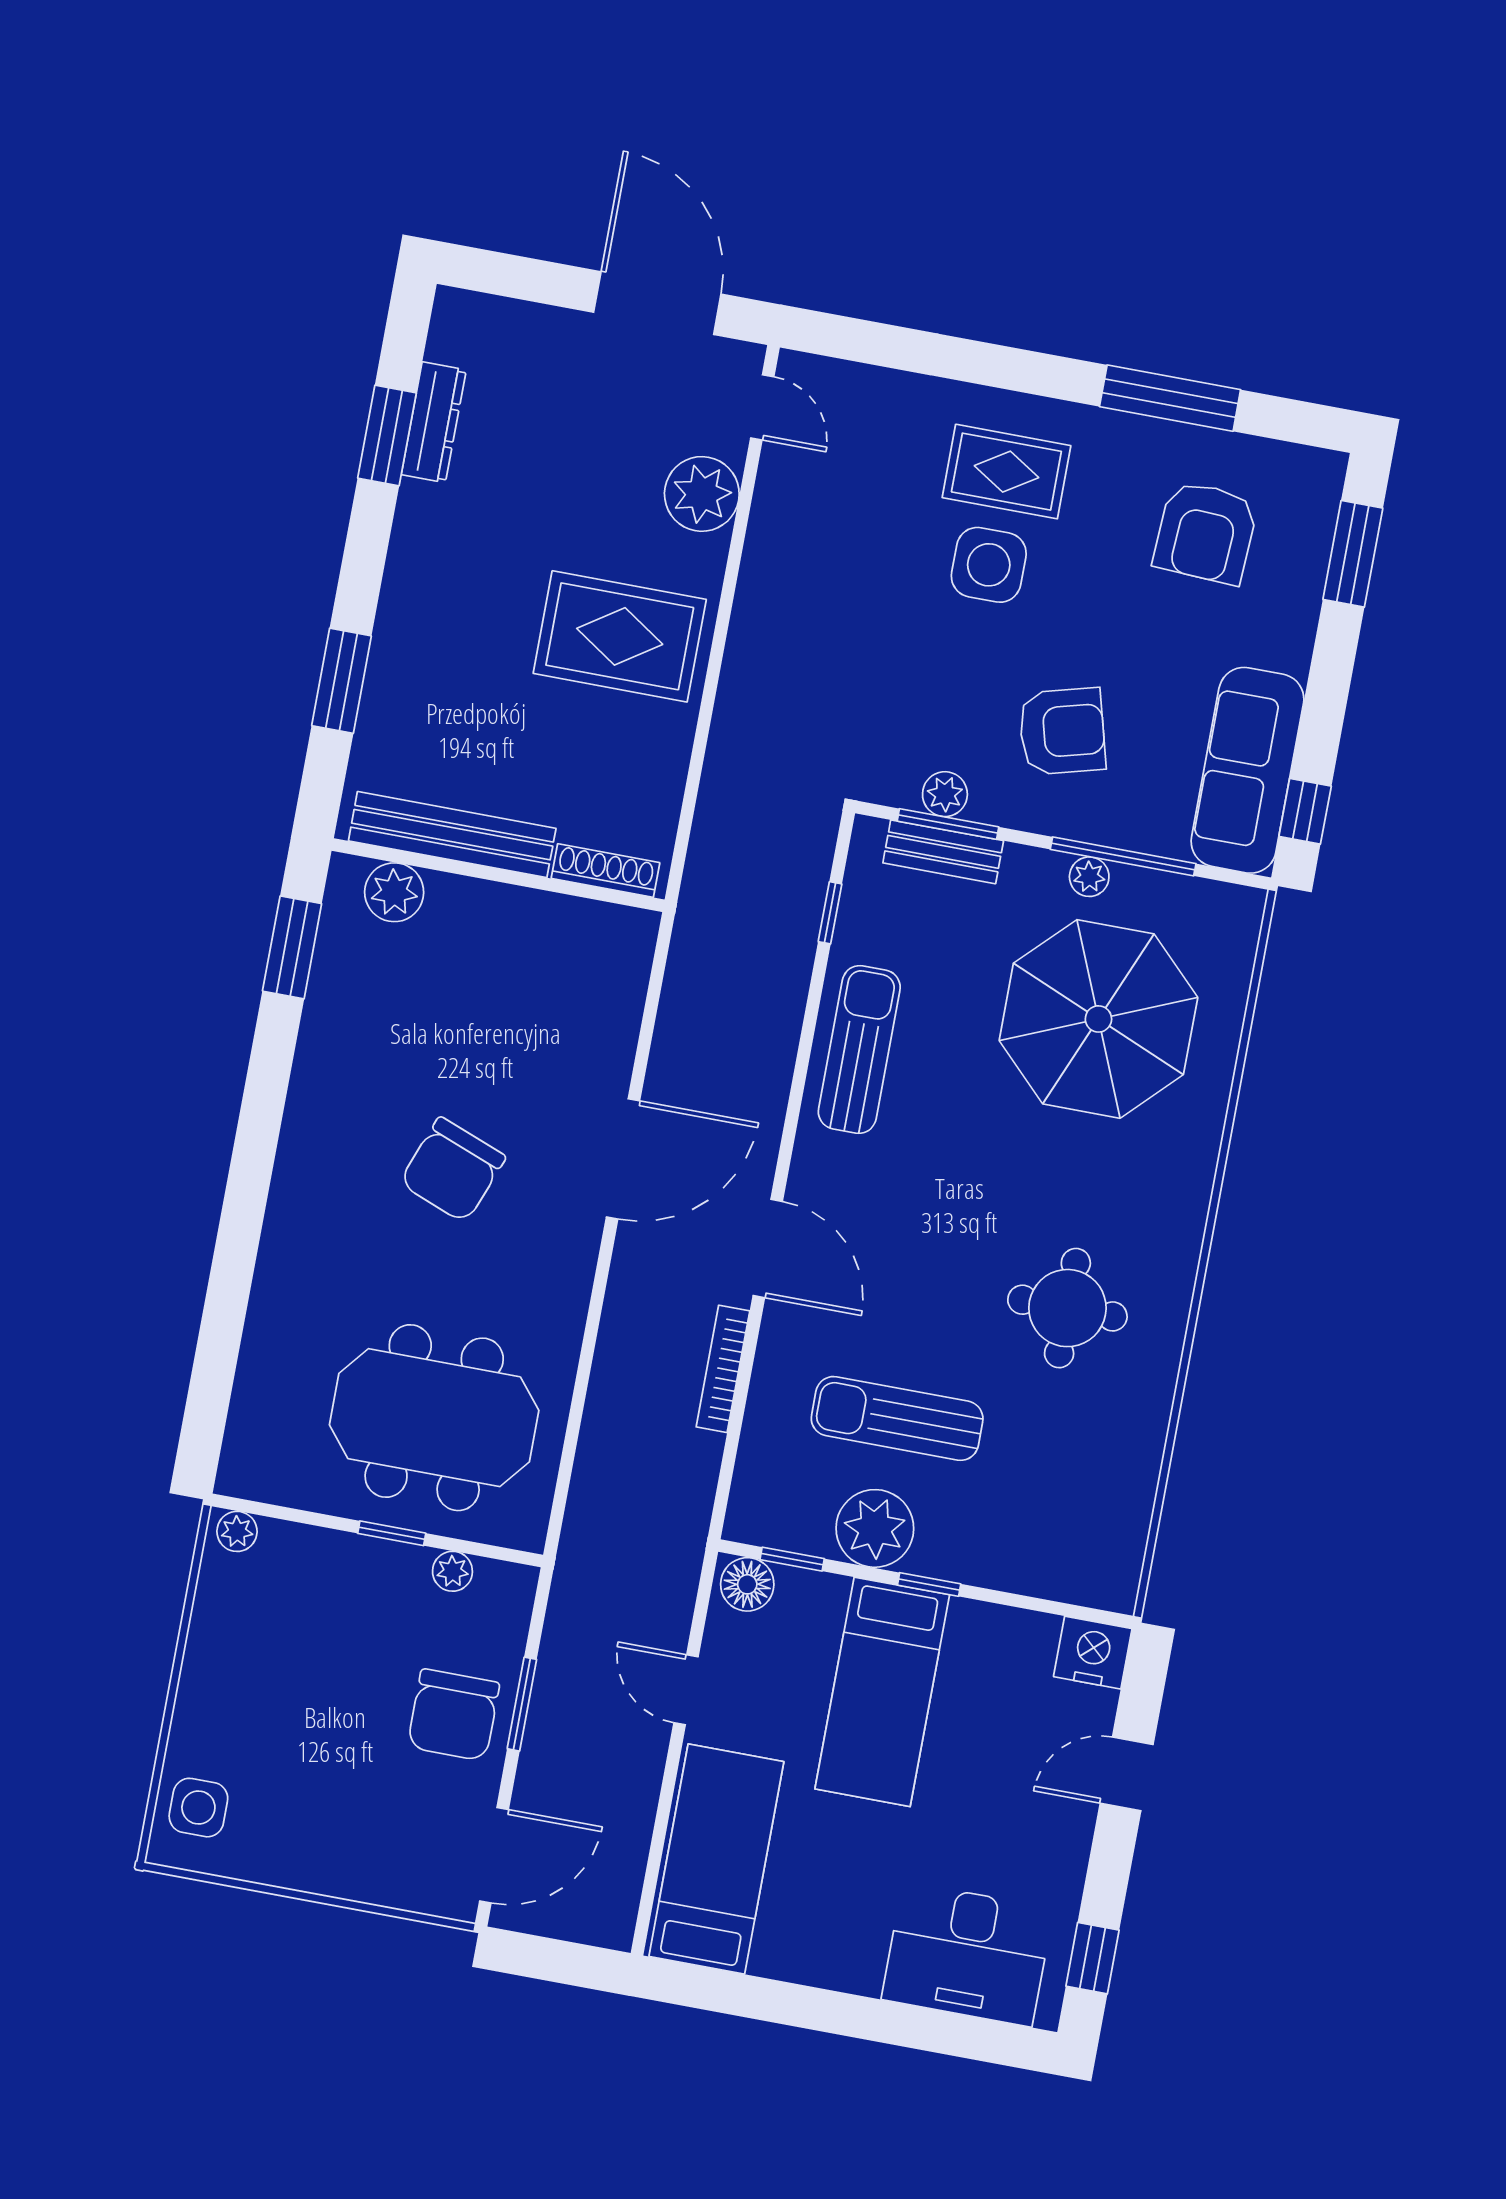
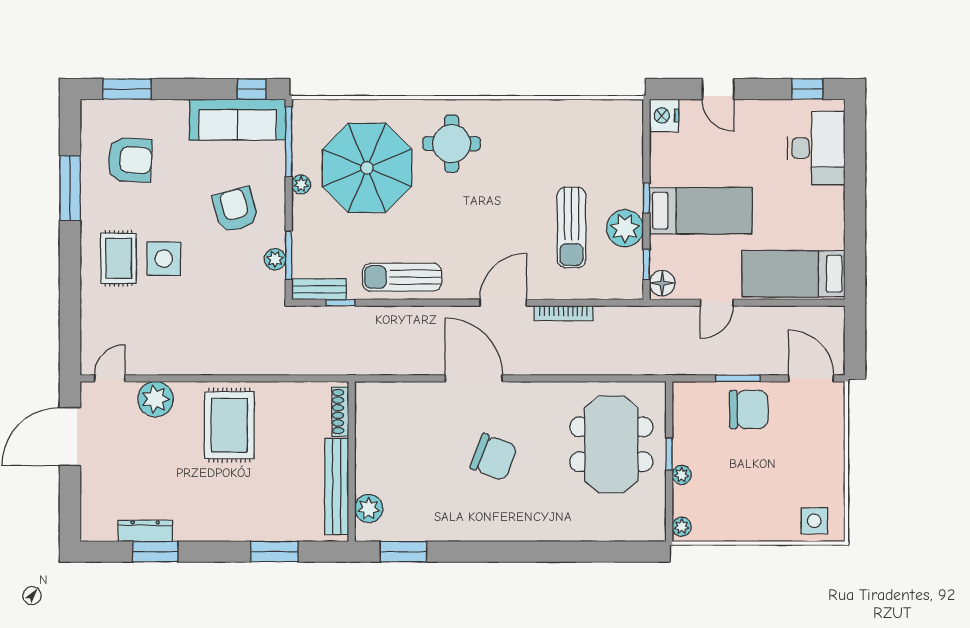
bench: (943, 852) -> (319, 289), moved, turned 90
window: (1123, 856) -> (289, 142), moved
round table: (1067, 1308) -> (452, 144), moved
plant: (452, 1571) -> (682, 475), moved

